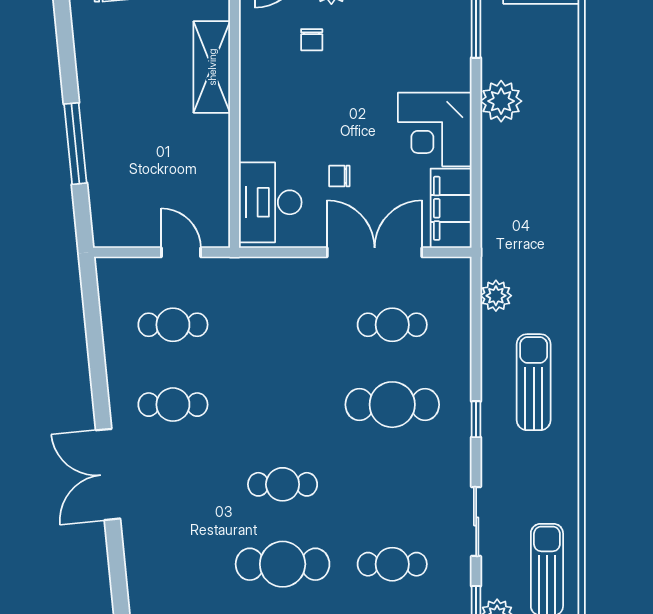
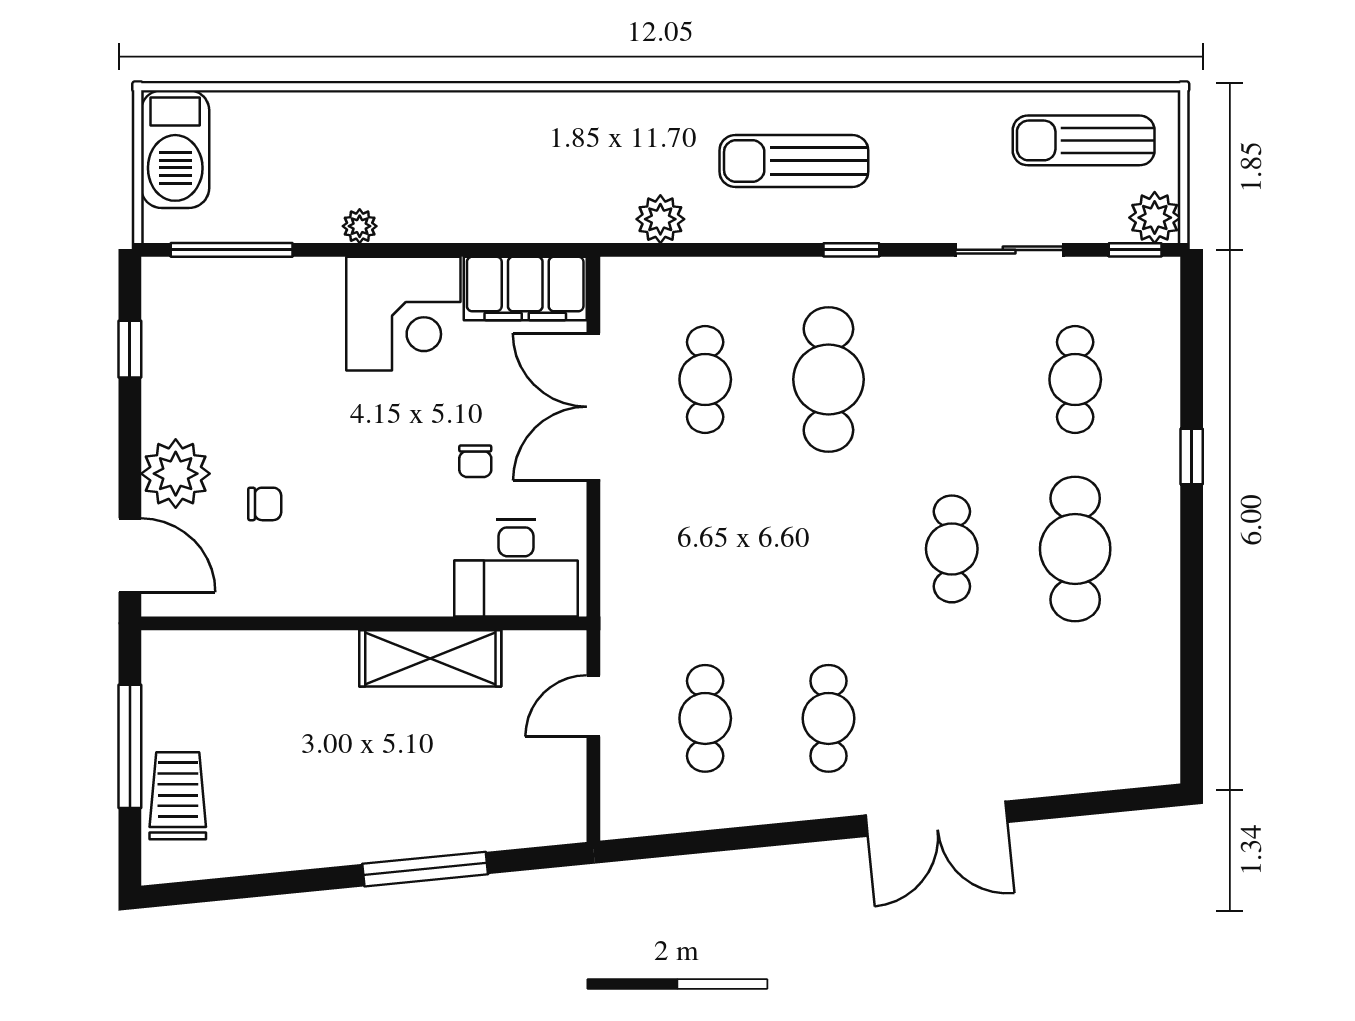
shelving: (212, 67) -> (430, 658), moved
plant: (501, 101) -> (360, 226), width x0.53, depth x0.53

